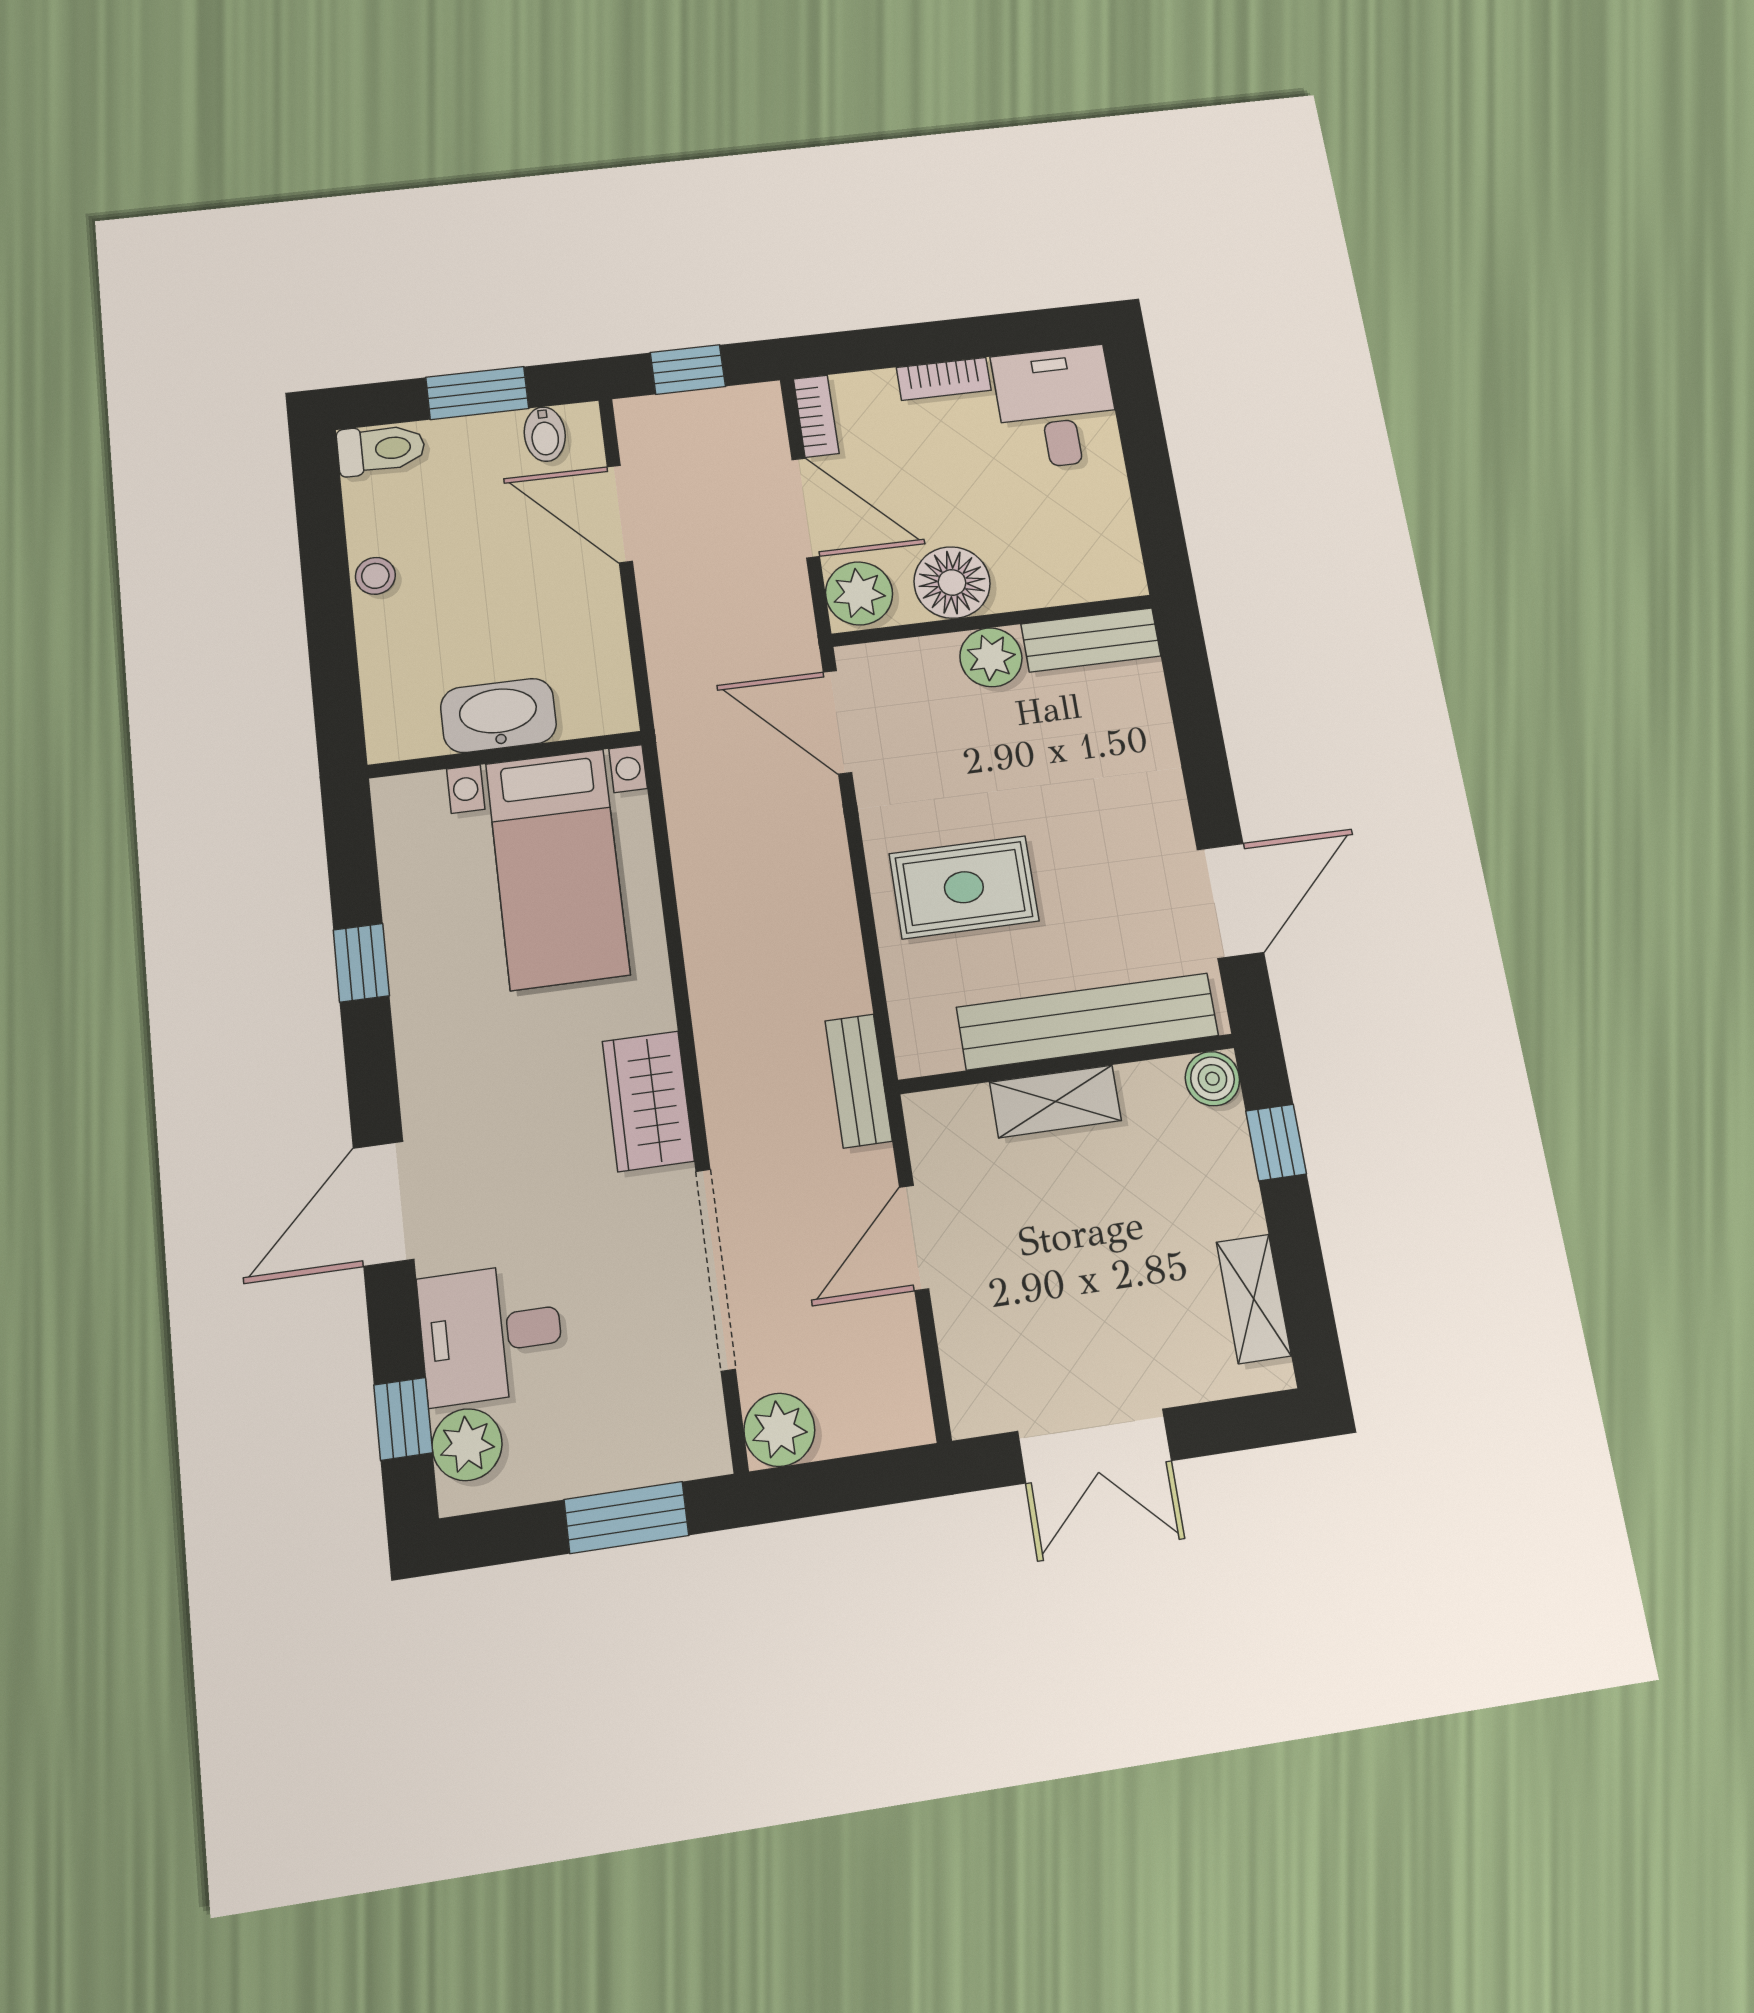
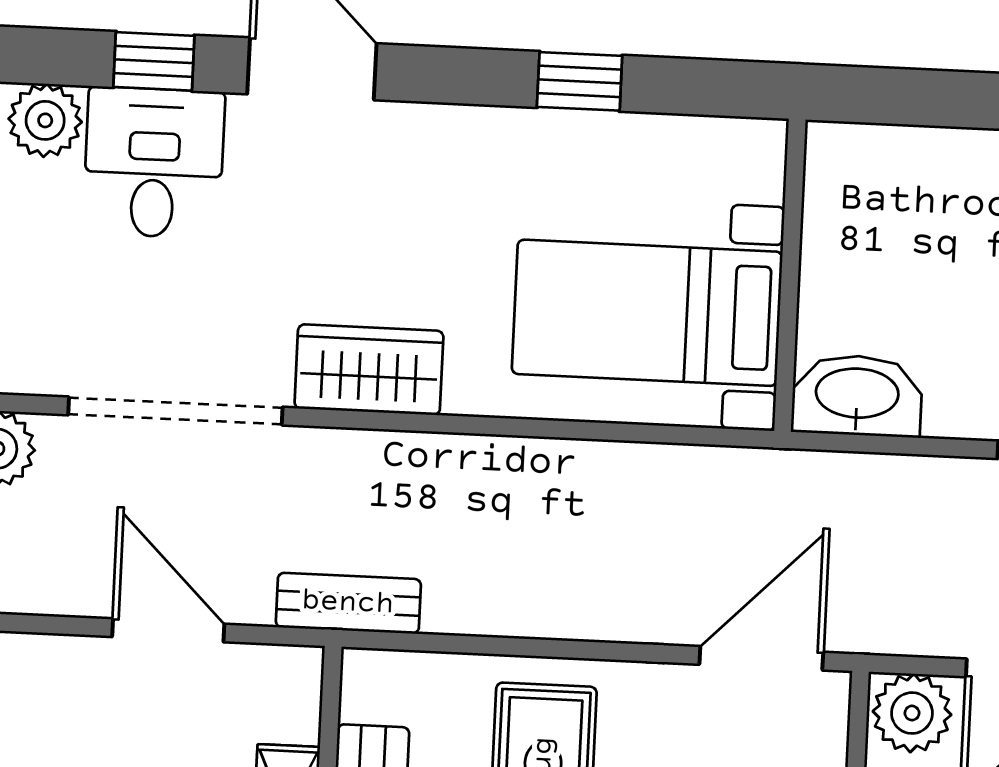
washbasin: (498, 715) -> (857, 395), moved, turned -90
window: (403, 1419) -> (154, 61), moved

